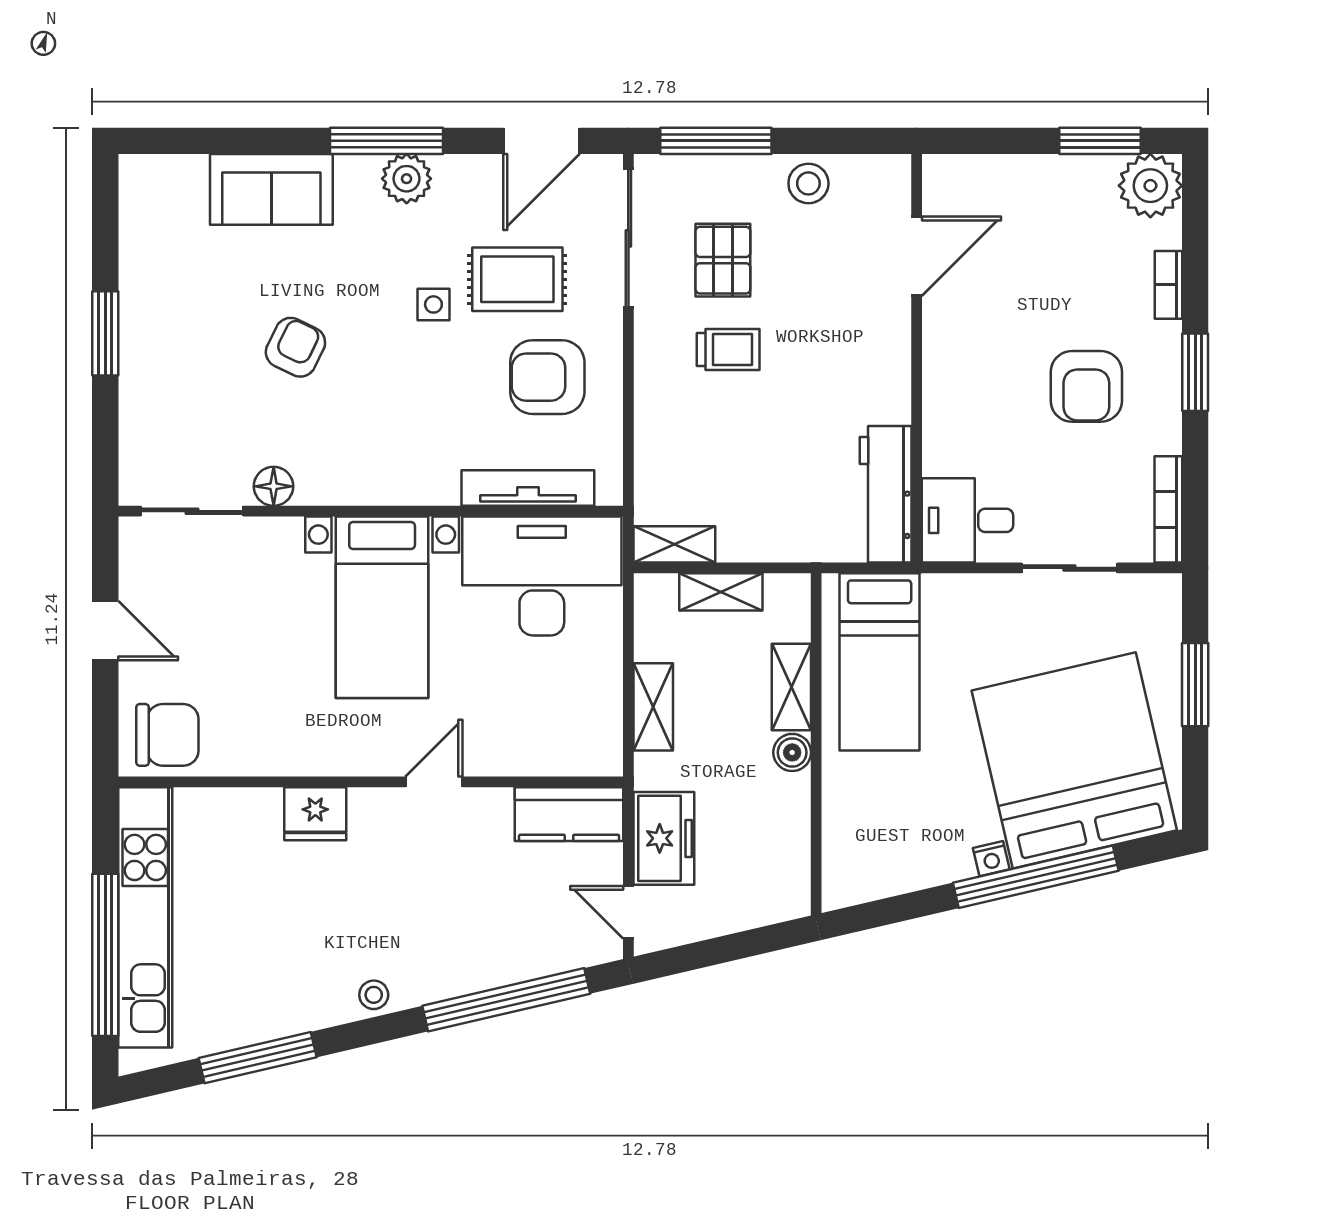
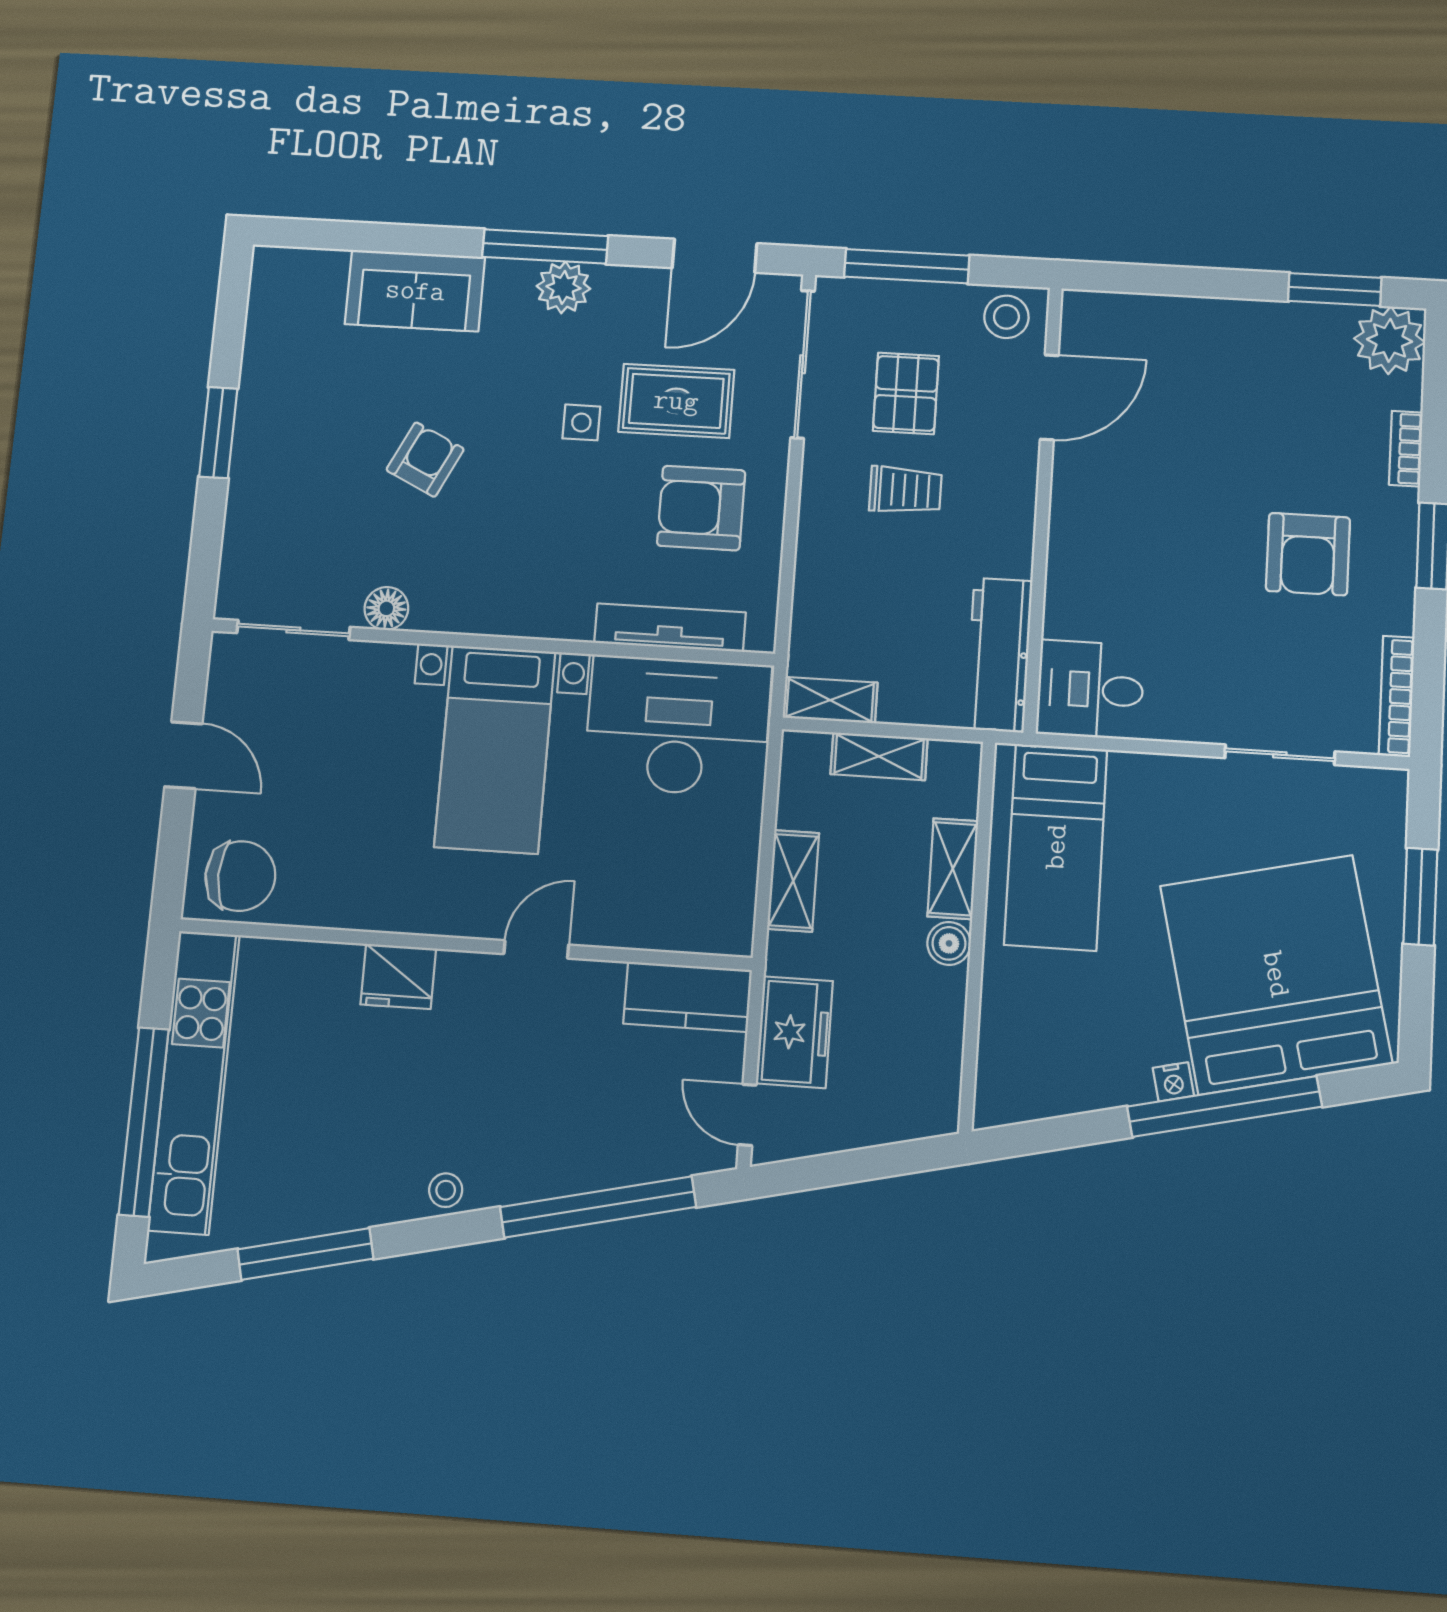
door: (917, 256) -> (1049, 397), moved
wall: (917, 358) -> (1043, 508), moved
workbench: (886, 494) -> (999, 655), moved
desk: (967, 520) -> (1090, 690), moved

